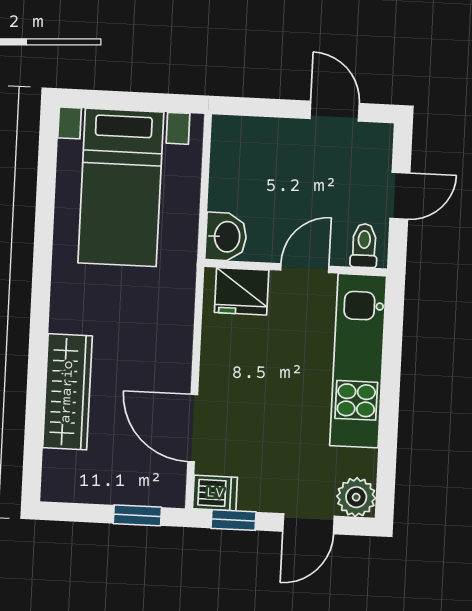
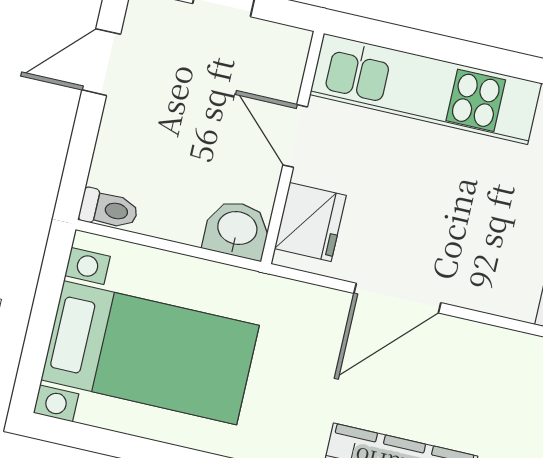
toilet: (364, 246) -> (109, 209), moved, turned 180
door: (193, 428) -> (397, 298), moved

